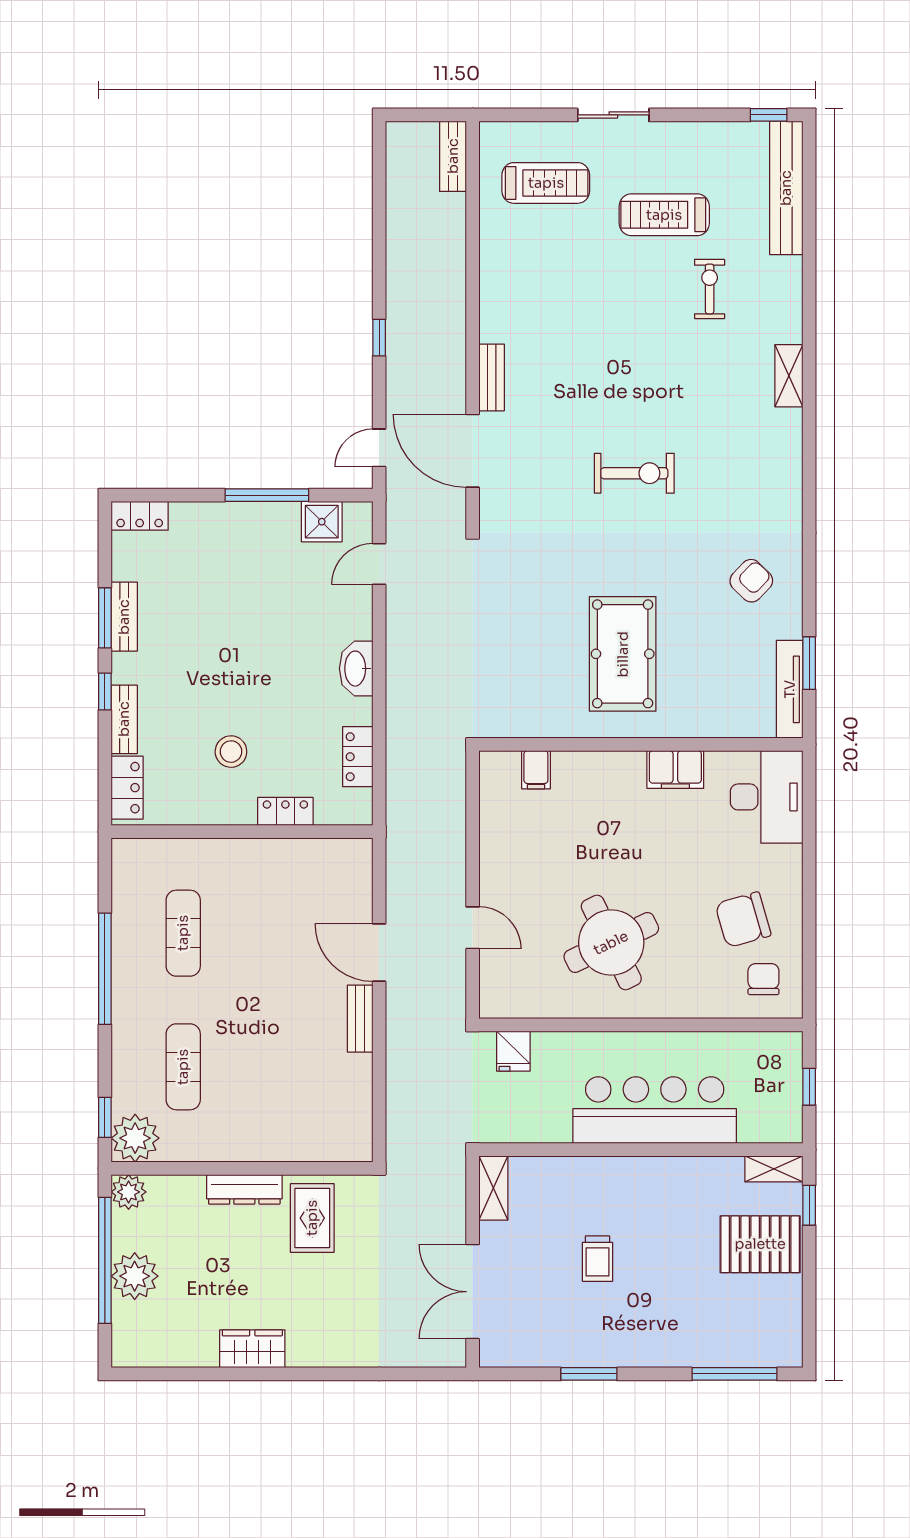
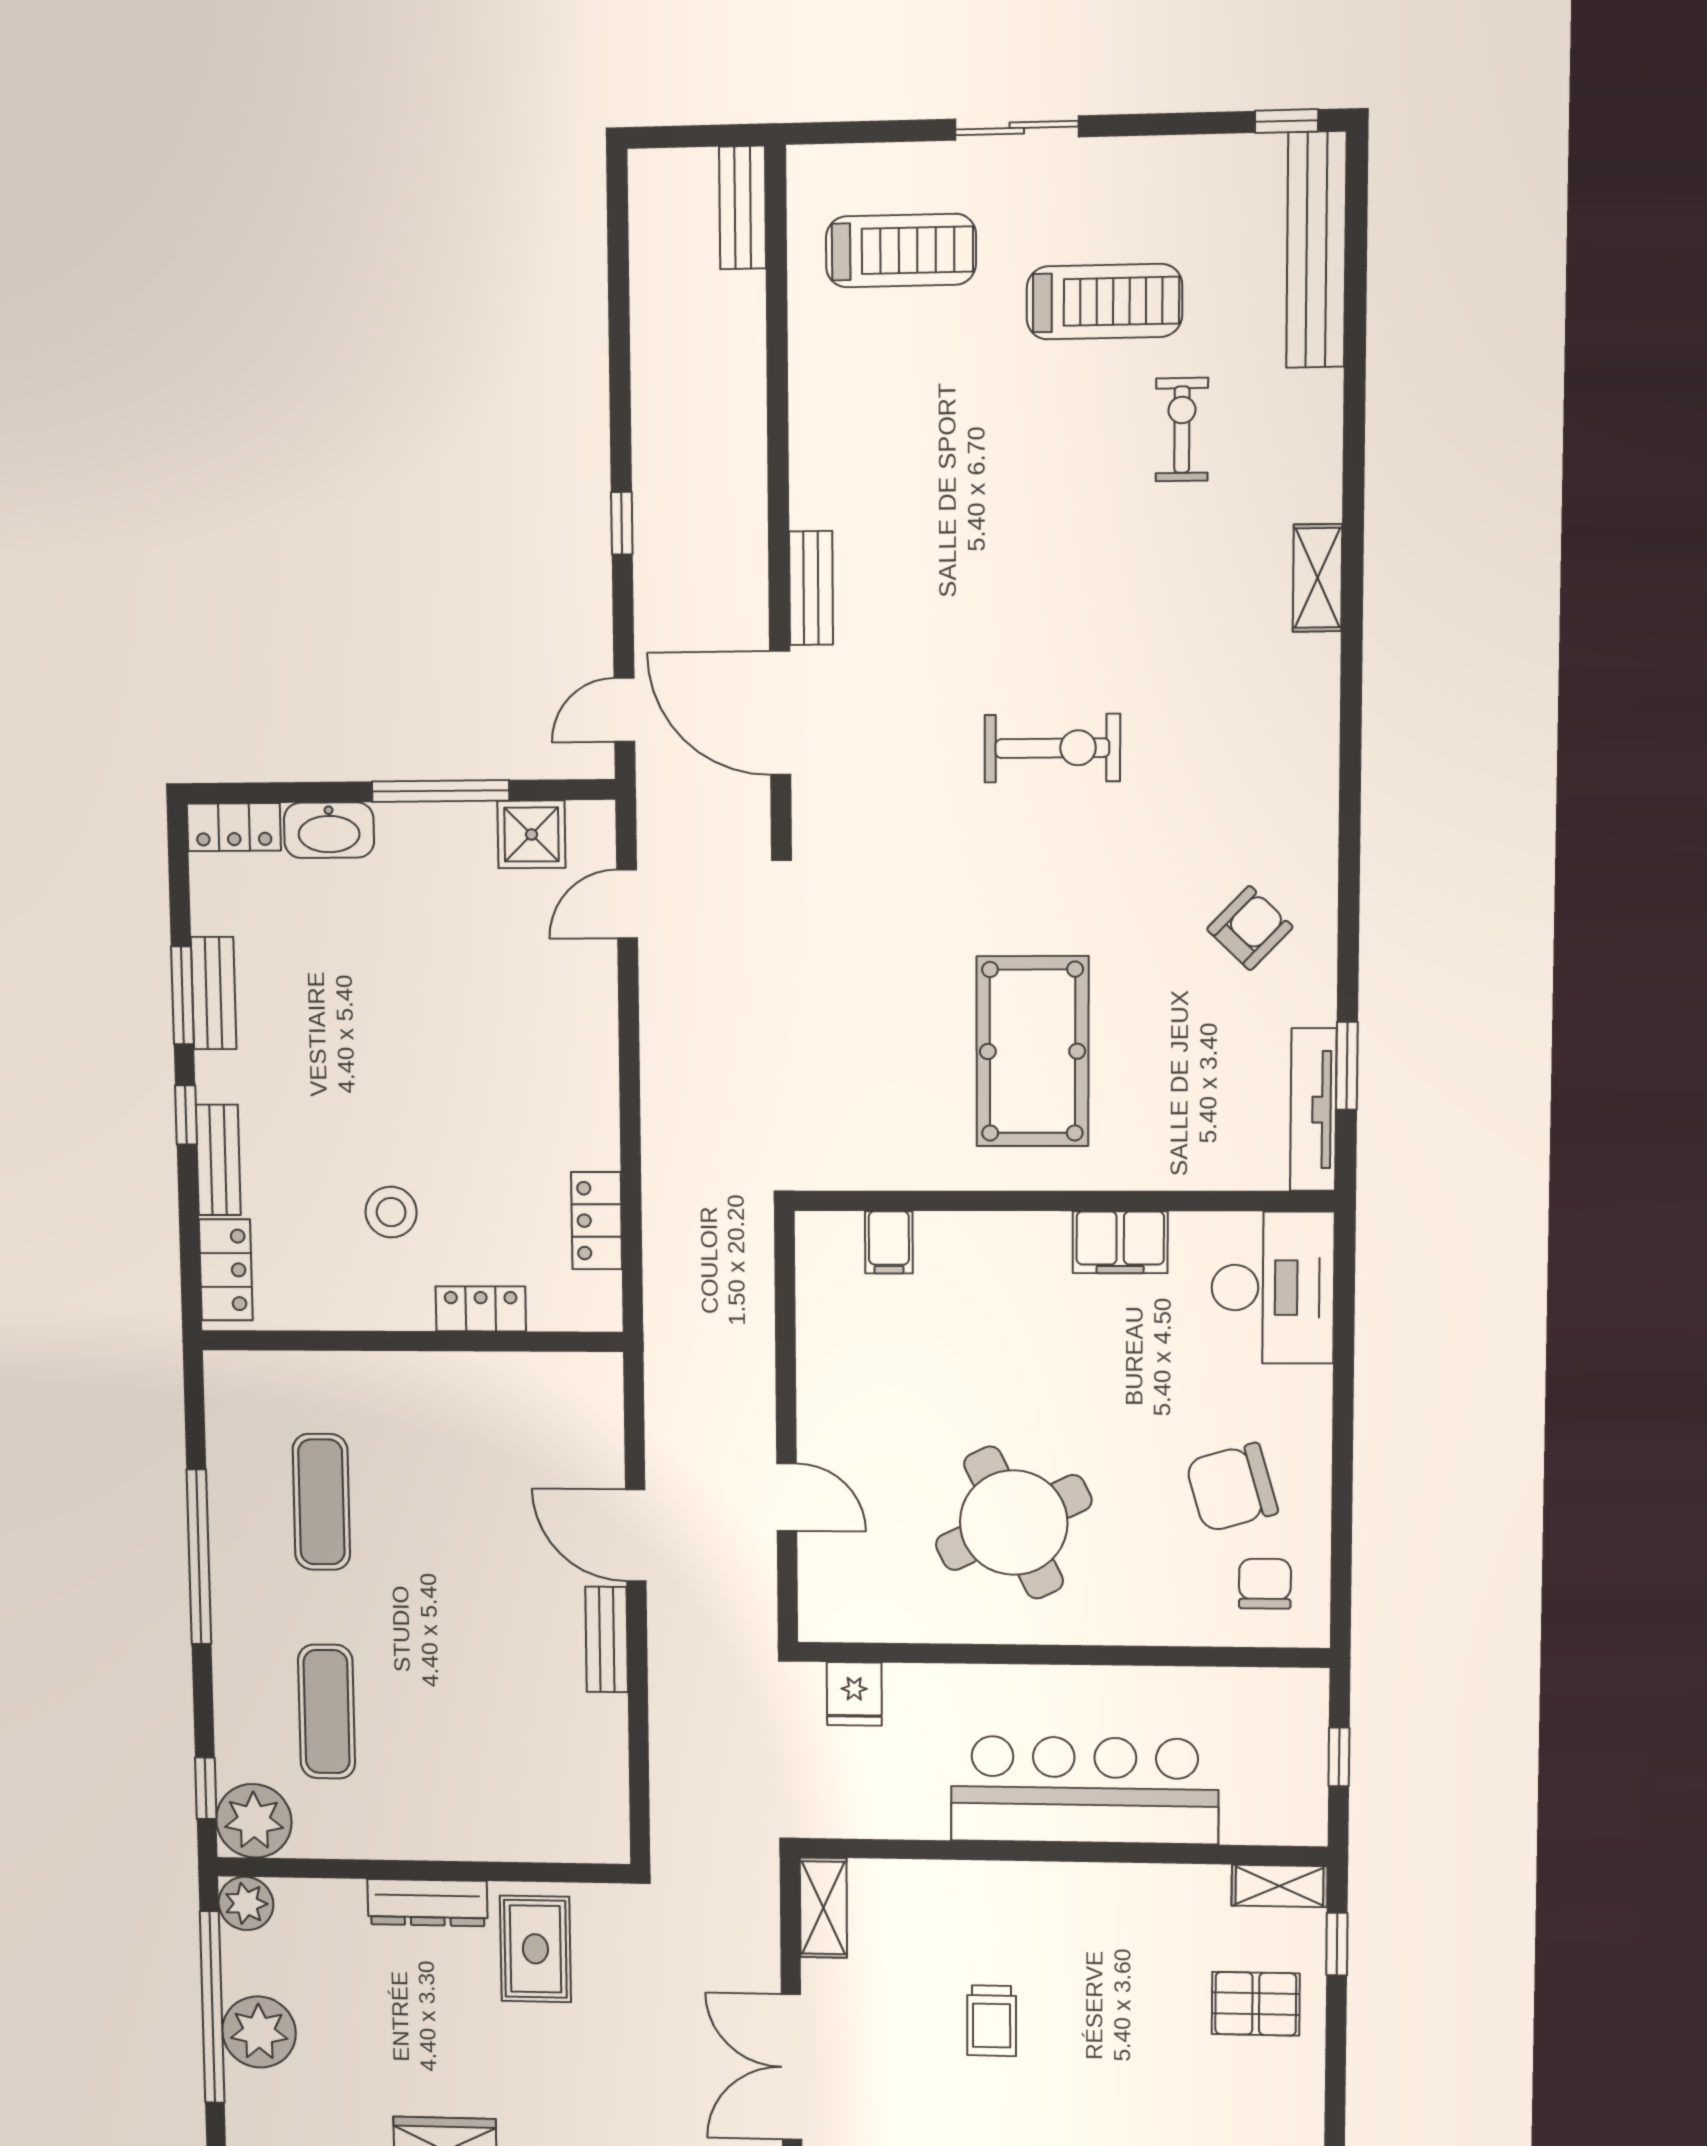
treadmill: (664, 215) -> (1104, 302), turned 180
washbasin: (356, 669) -> (329, 830), moved, turned -90
pallet: (760, 1244) -> (1256, 2004), width x0.67, depth x0.71

